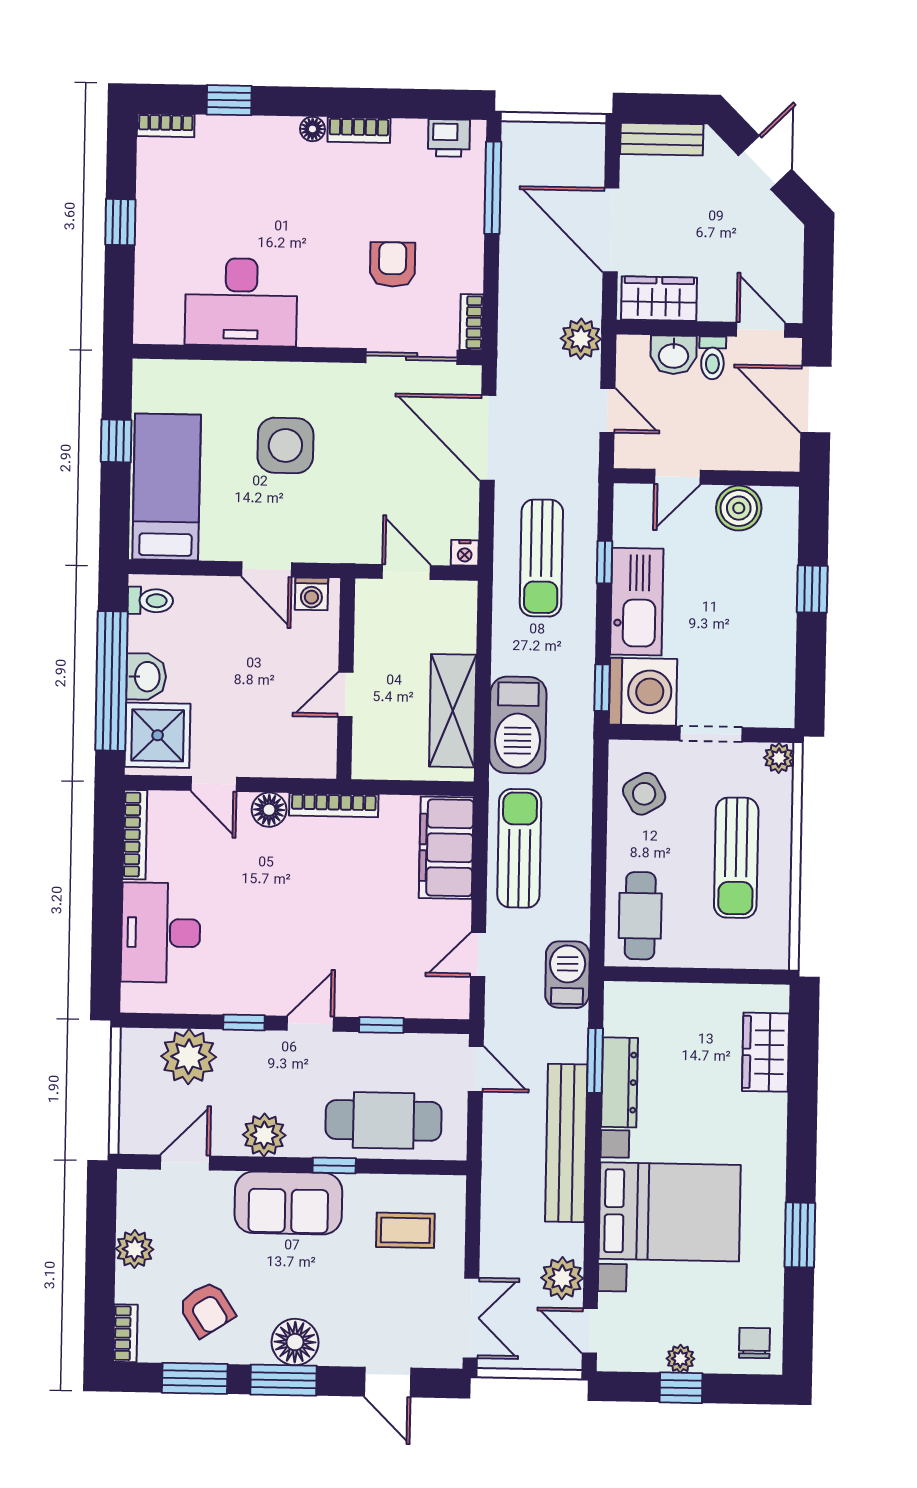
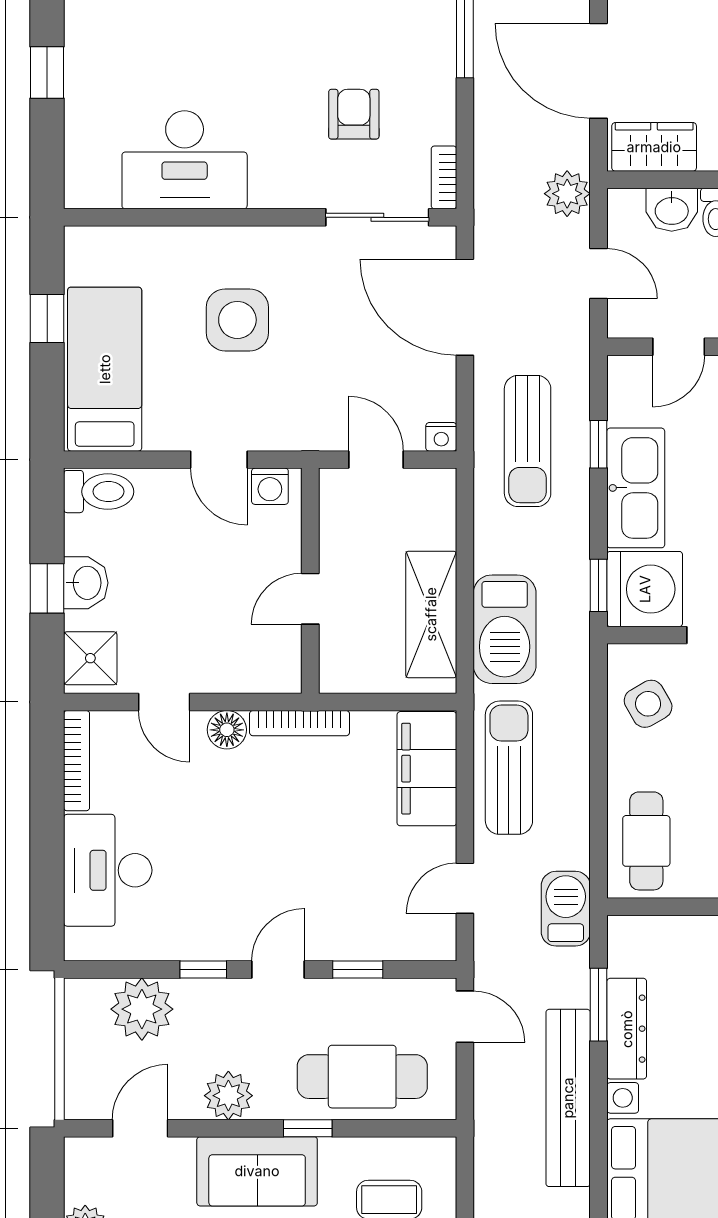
toilet: (150, 601) -> (99, 492), width x1.37, depth x1.39
window: (112, 681) -> (47, 588), width x0.32
shower: (158, 735) -> (90, 658), width x0.73, depth x0.73

